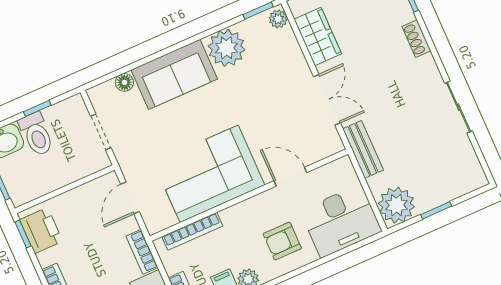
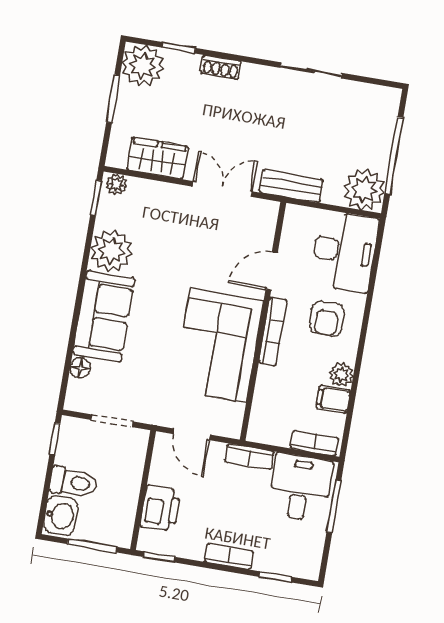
window: (37, 108) -> (55, 439), moved
window: (436, 210) -> (394, 156), width x2.17
printer: (41, 230) -> (160, 508), moved, turned 90
bookcase: (192, 231) -> (273, 332), moved

